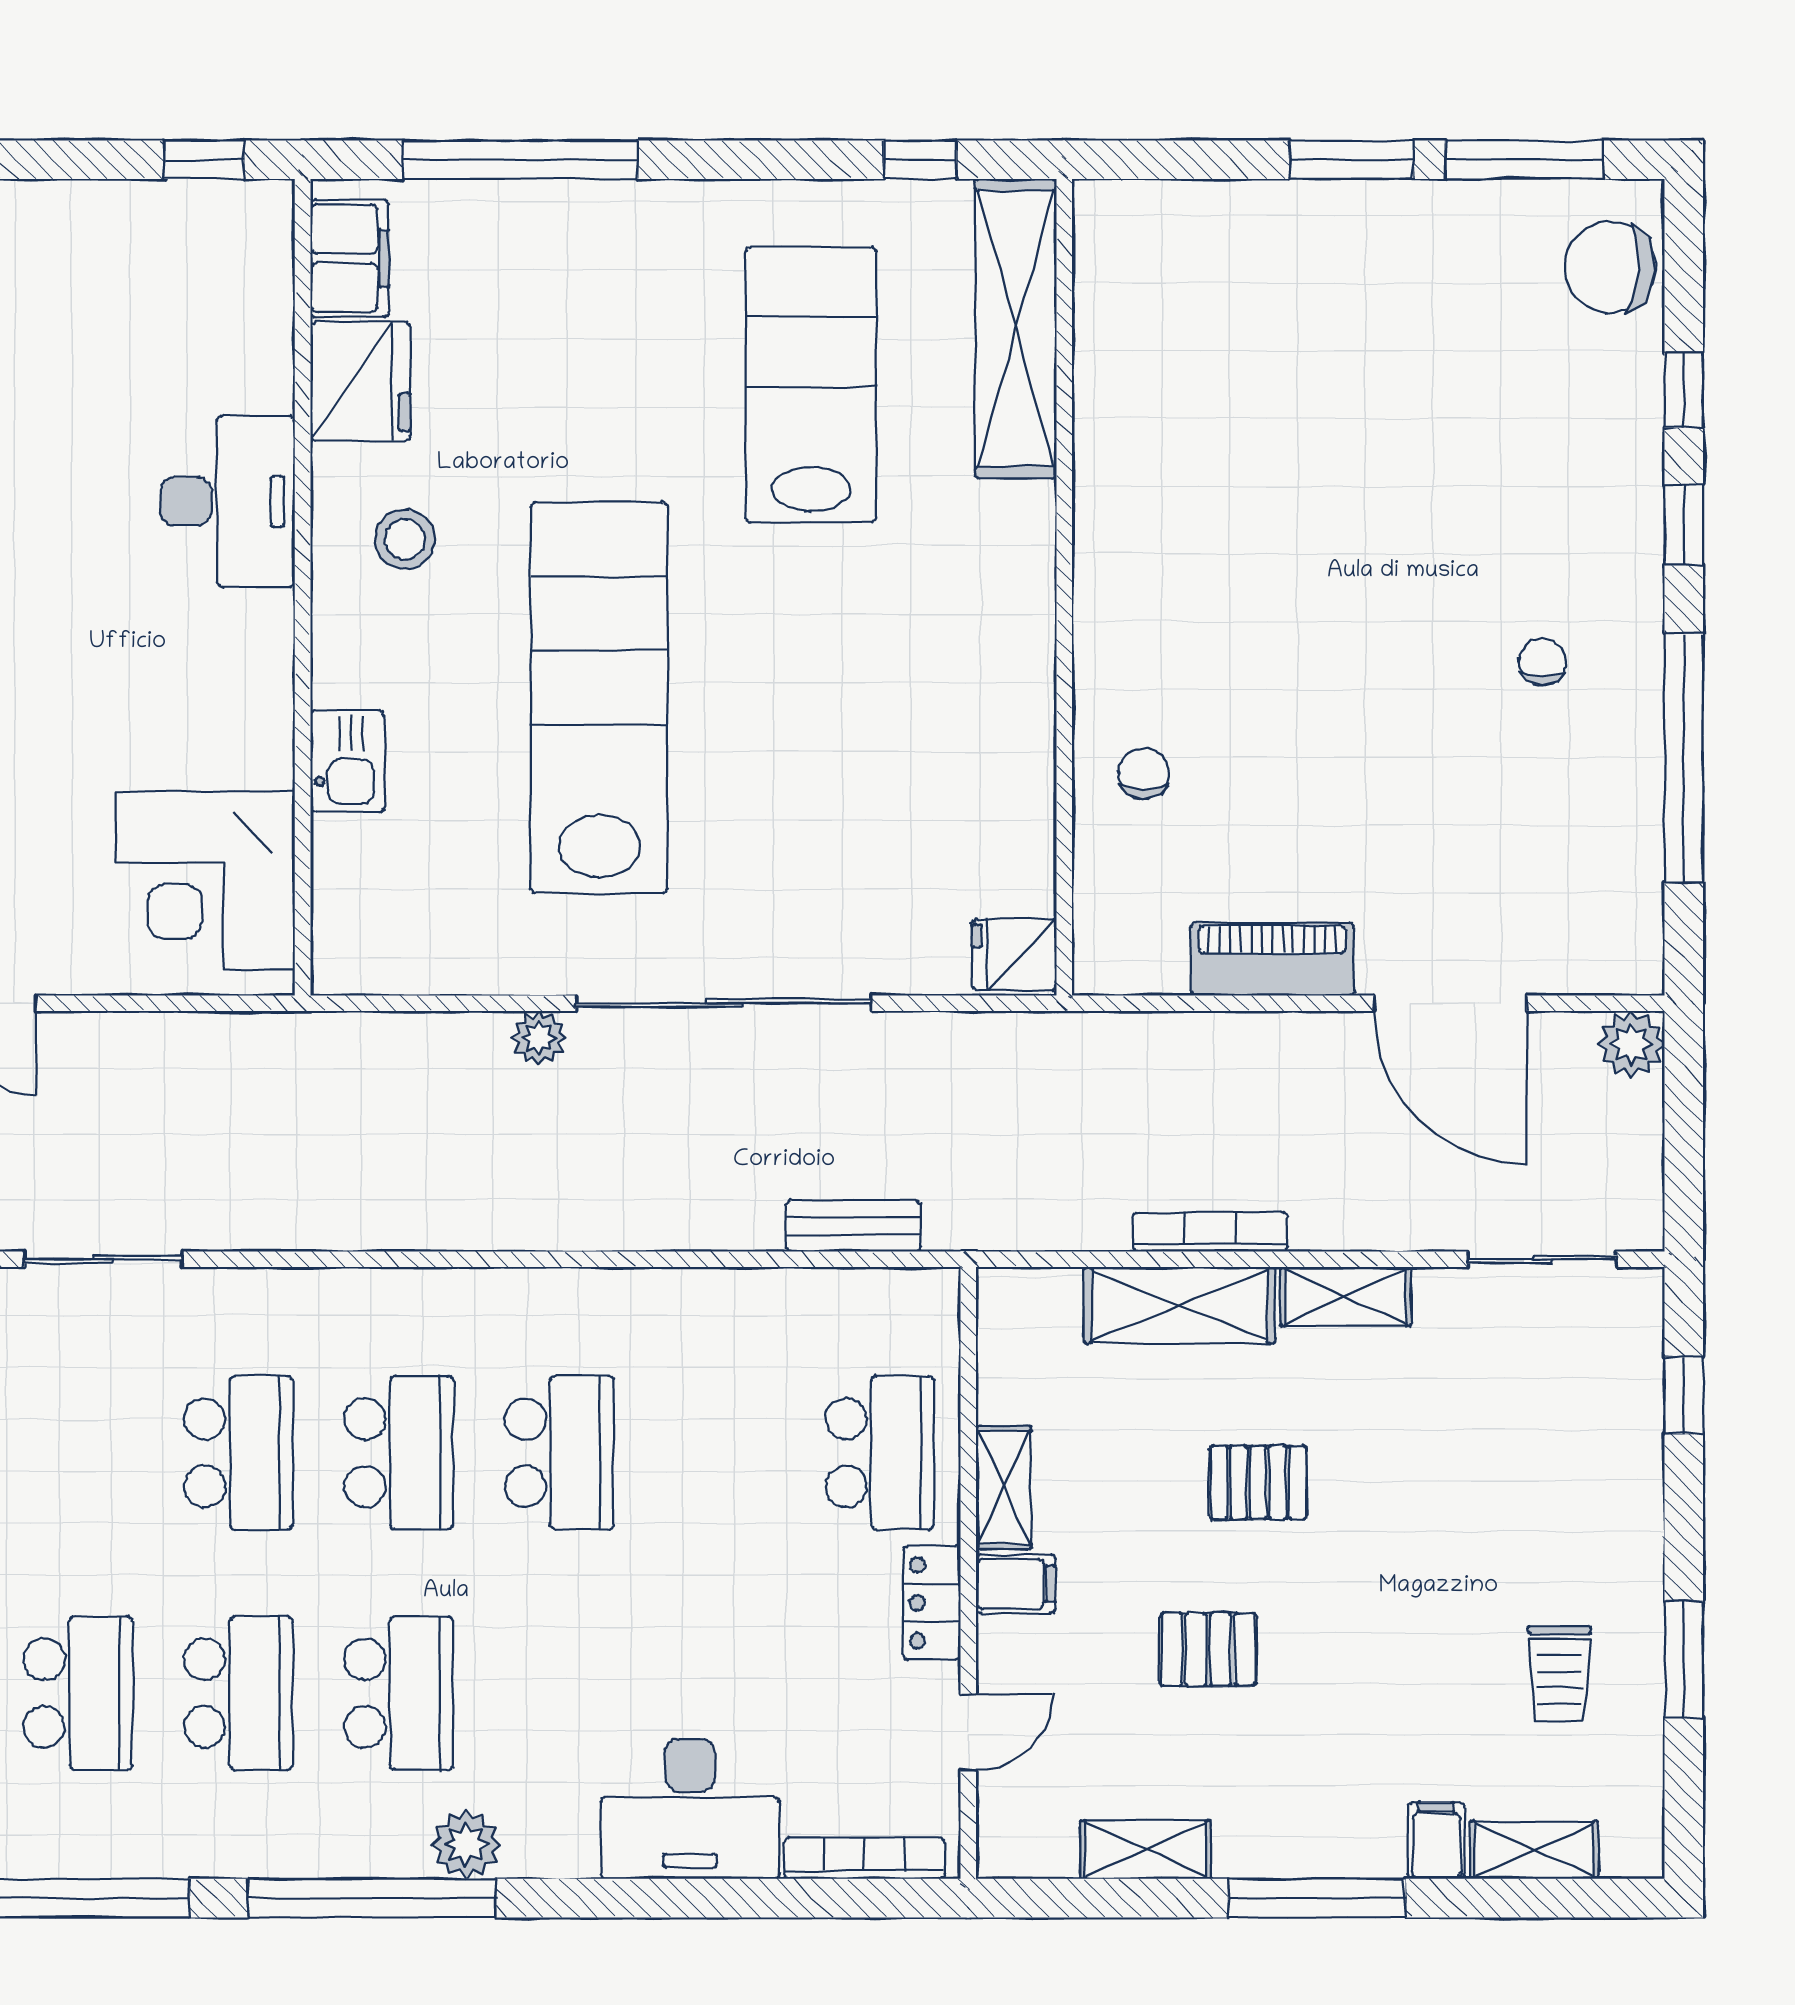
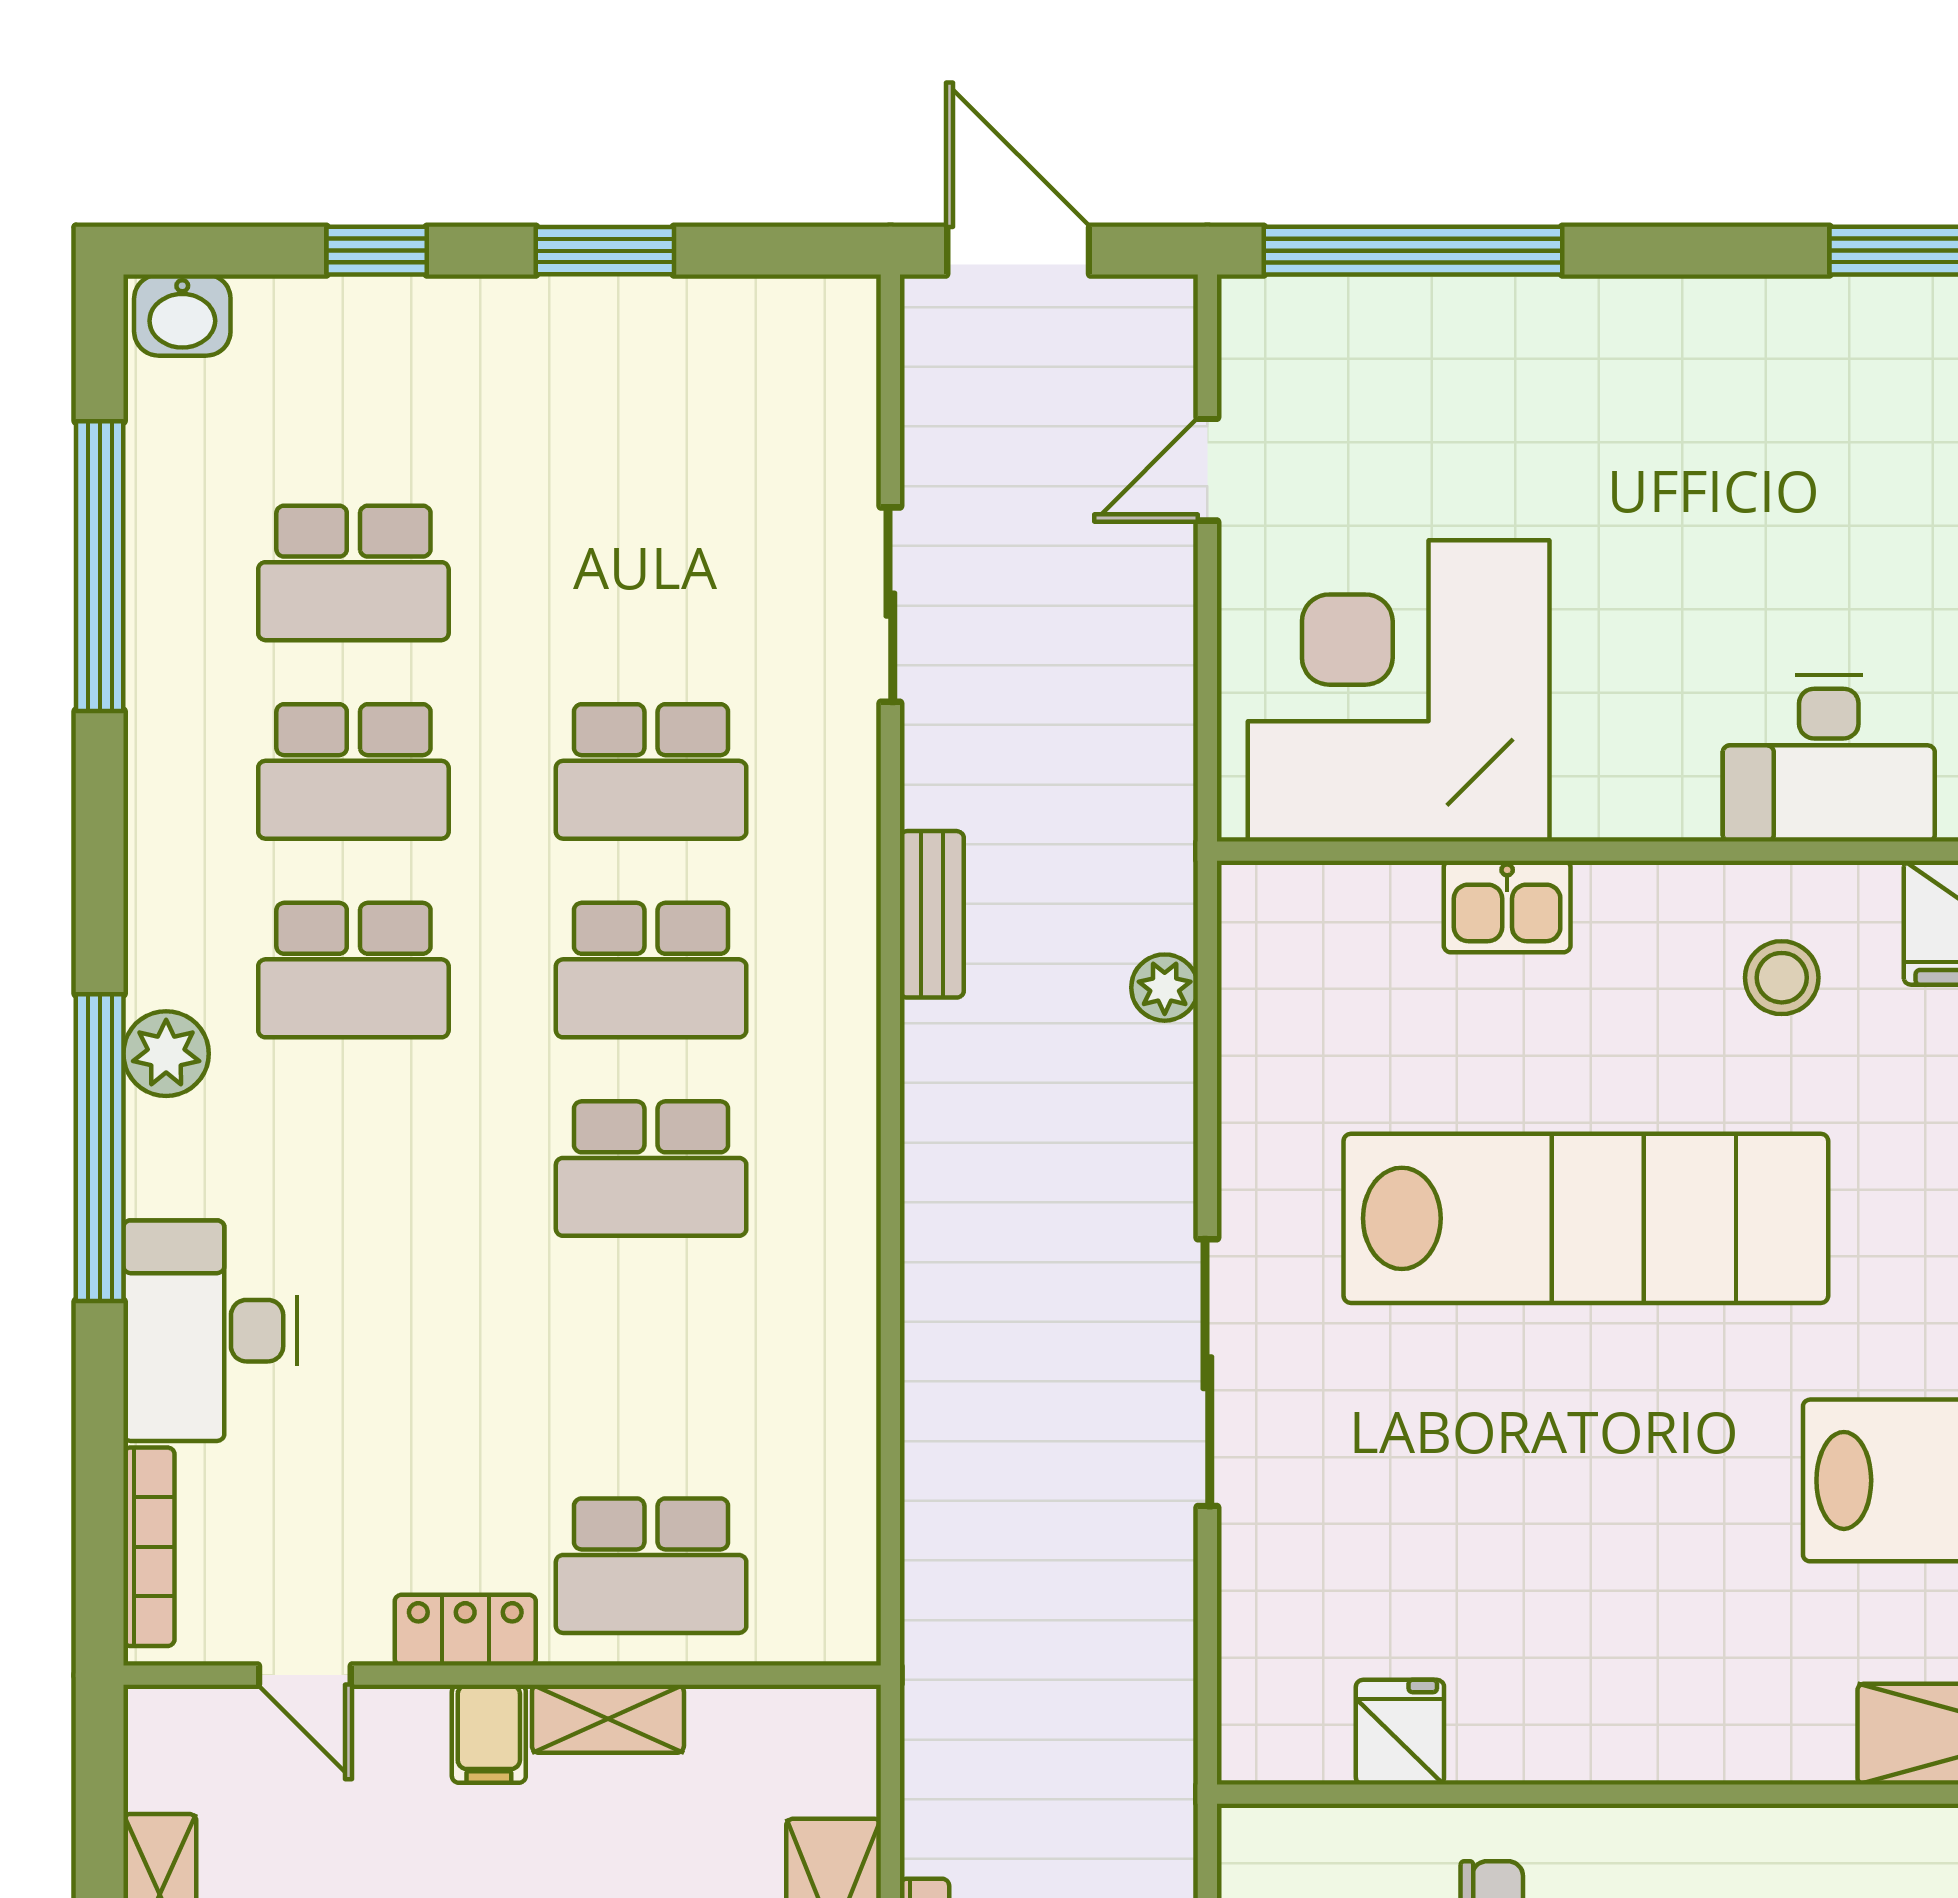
corner desk: (205, 881) -> (1399, 691), width x1.36, depth x1.36
fridge: (1014, 954) -> (1400, 1732), moved
sliding door: (724, 1003) -> (1207, 1373), width x0.73
plant: (539, 1038) -> (1165, 988), moved
bench: (853, 1226) -> (932, 914), moved
window: (372, 1898) -> (100, 1148), moved

